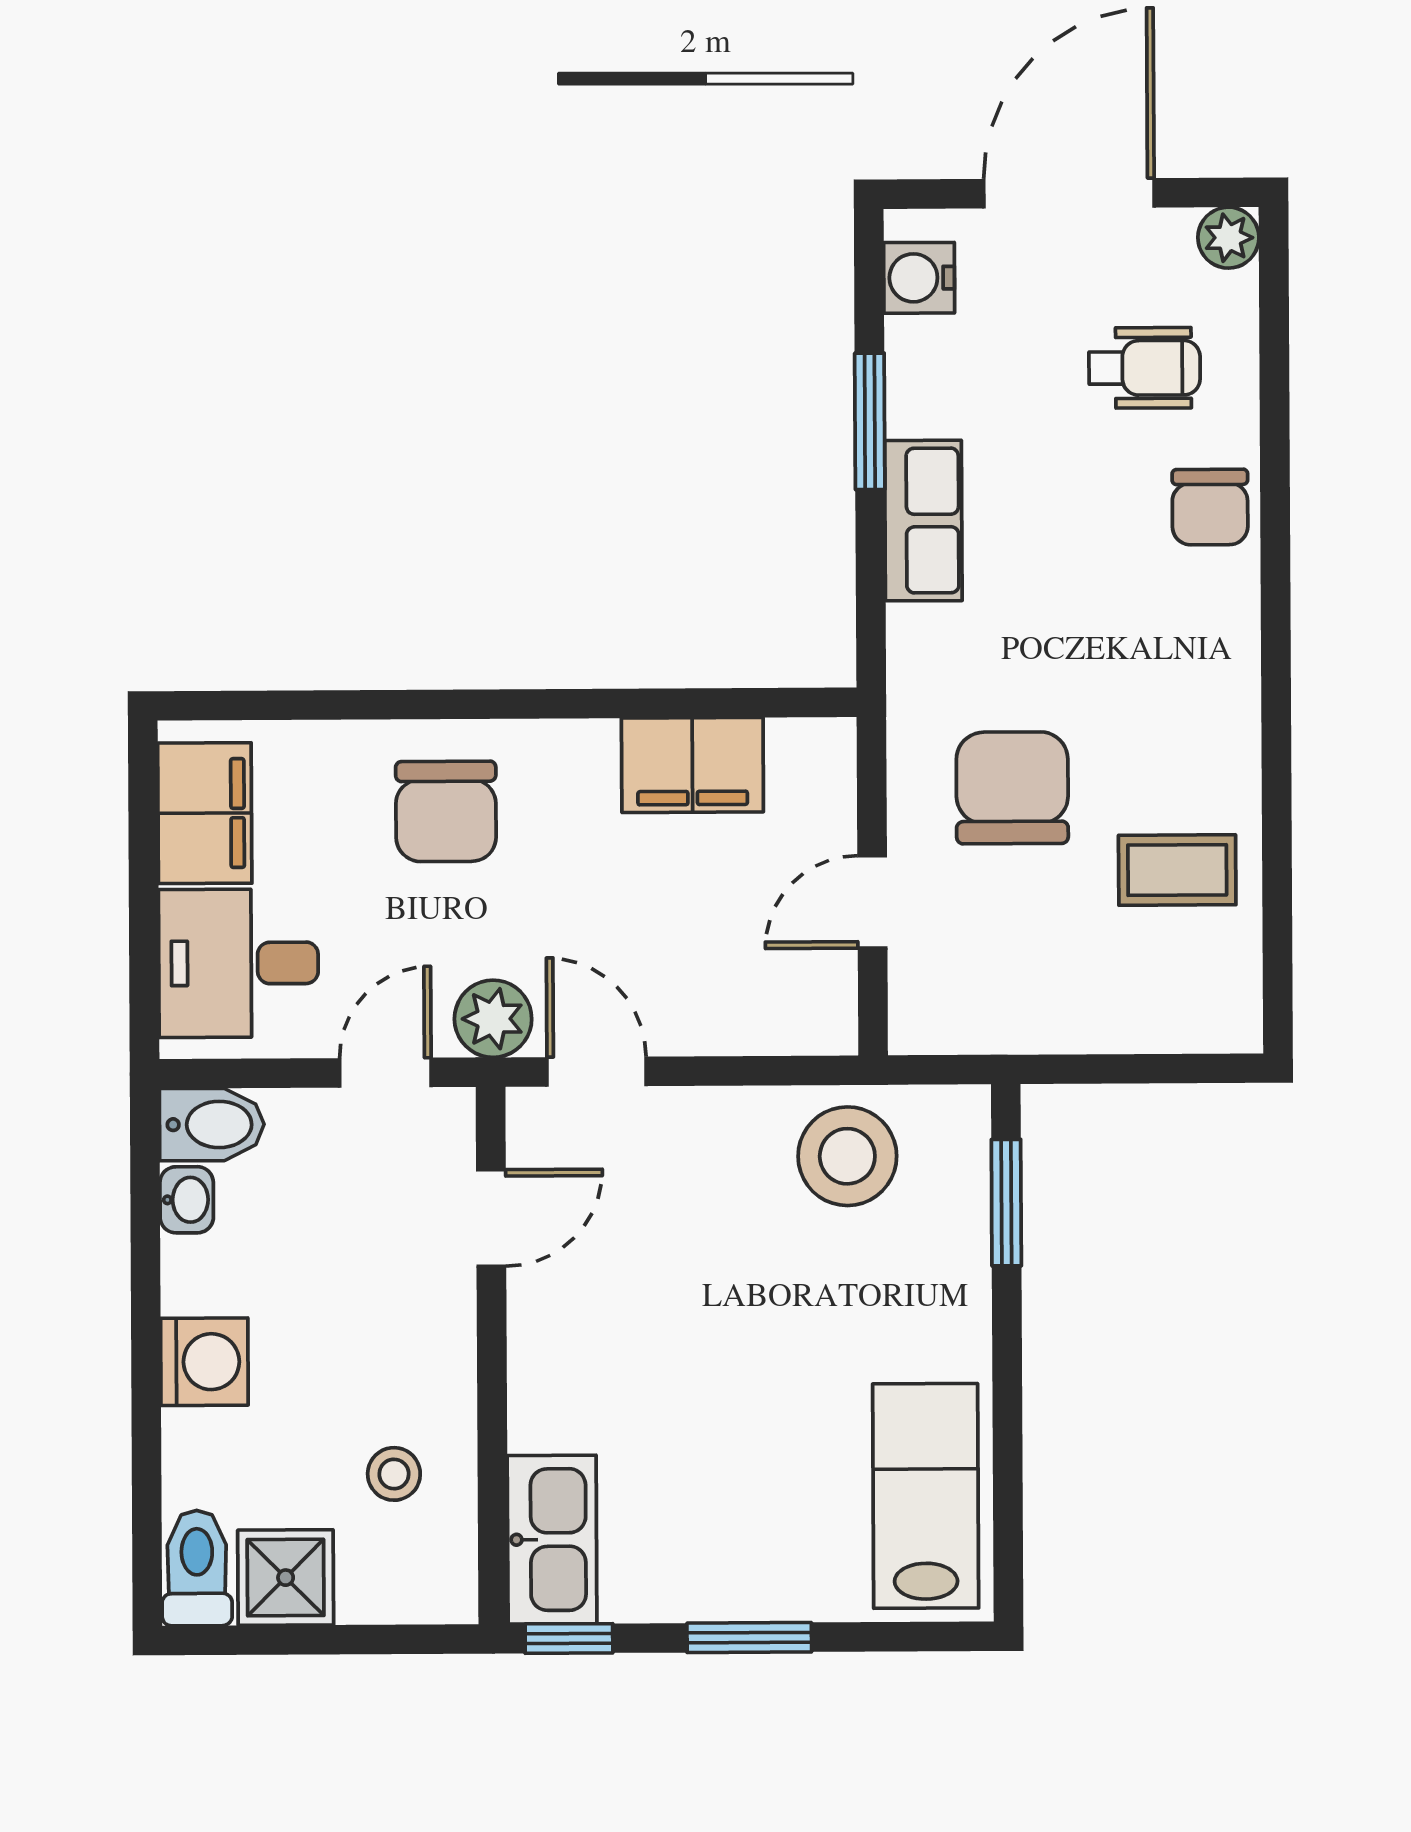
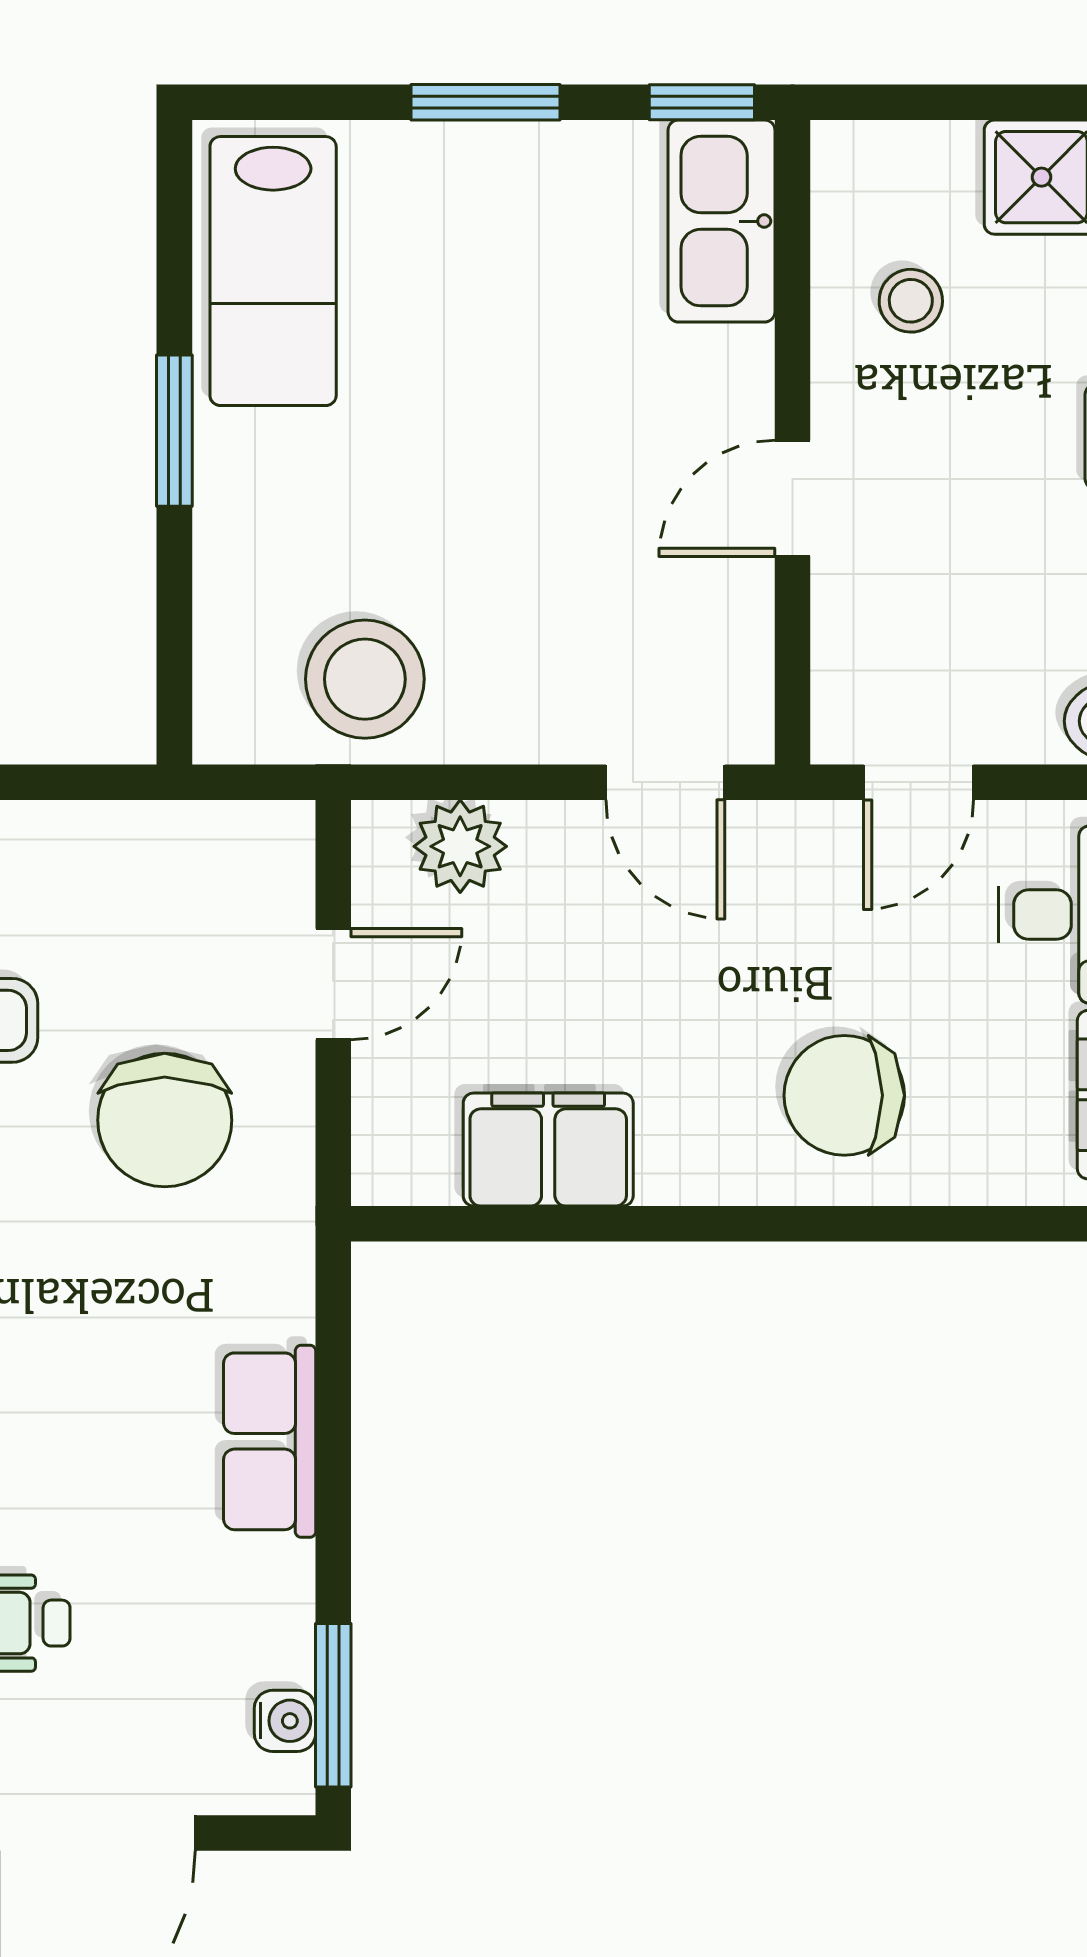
water cooler: (919, 278) -> (285, 1721), width x0.72, depth x0.72
window: (870, 421) -> (333, 1705), moved
chair: (446, 811) -> (844, 1095), turned -90
plant: (493, 1019) -> (460, 846), moved
window: (1006, 1203) -> (174, 431), moved
door: (491, 1218) -> (793, 498), moved

